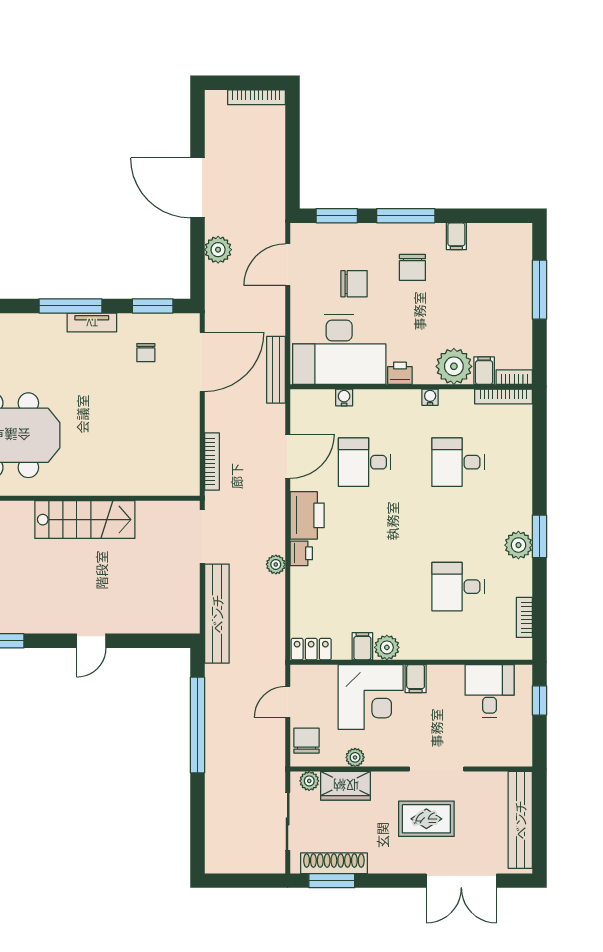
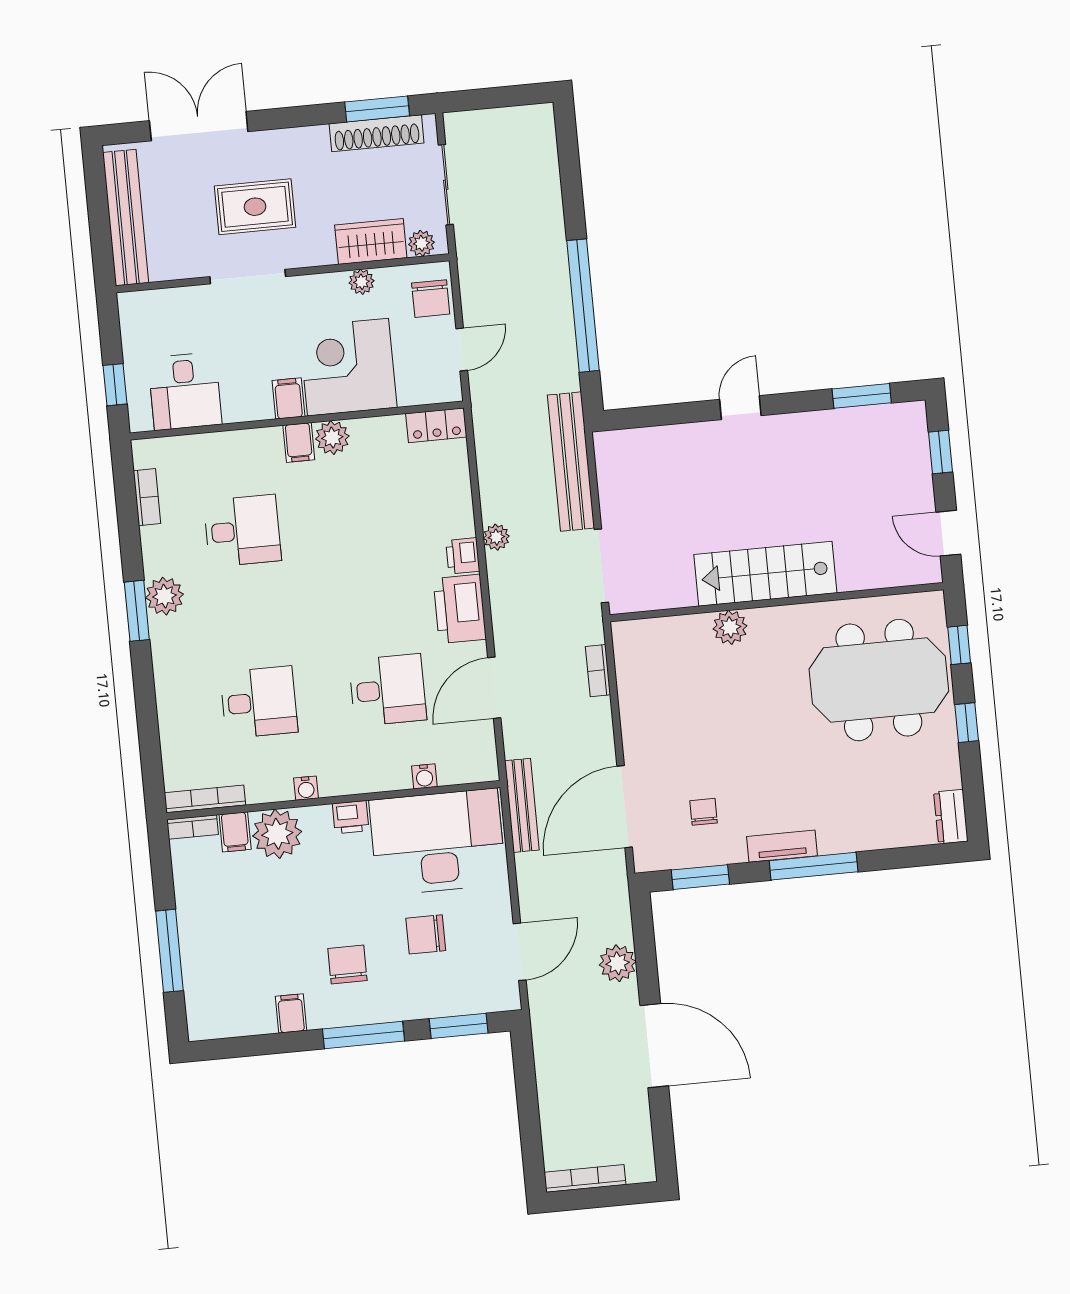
bookcase: (212, 461) -> (598, 671), width x0.64
plant: (114, 483) -> (730, 627), added
filing cabinet: (362, 646) -> (299, 443), moved

